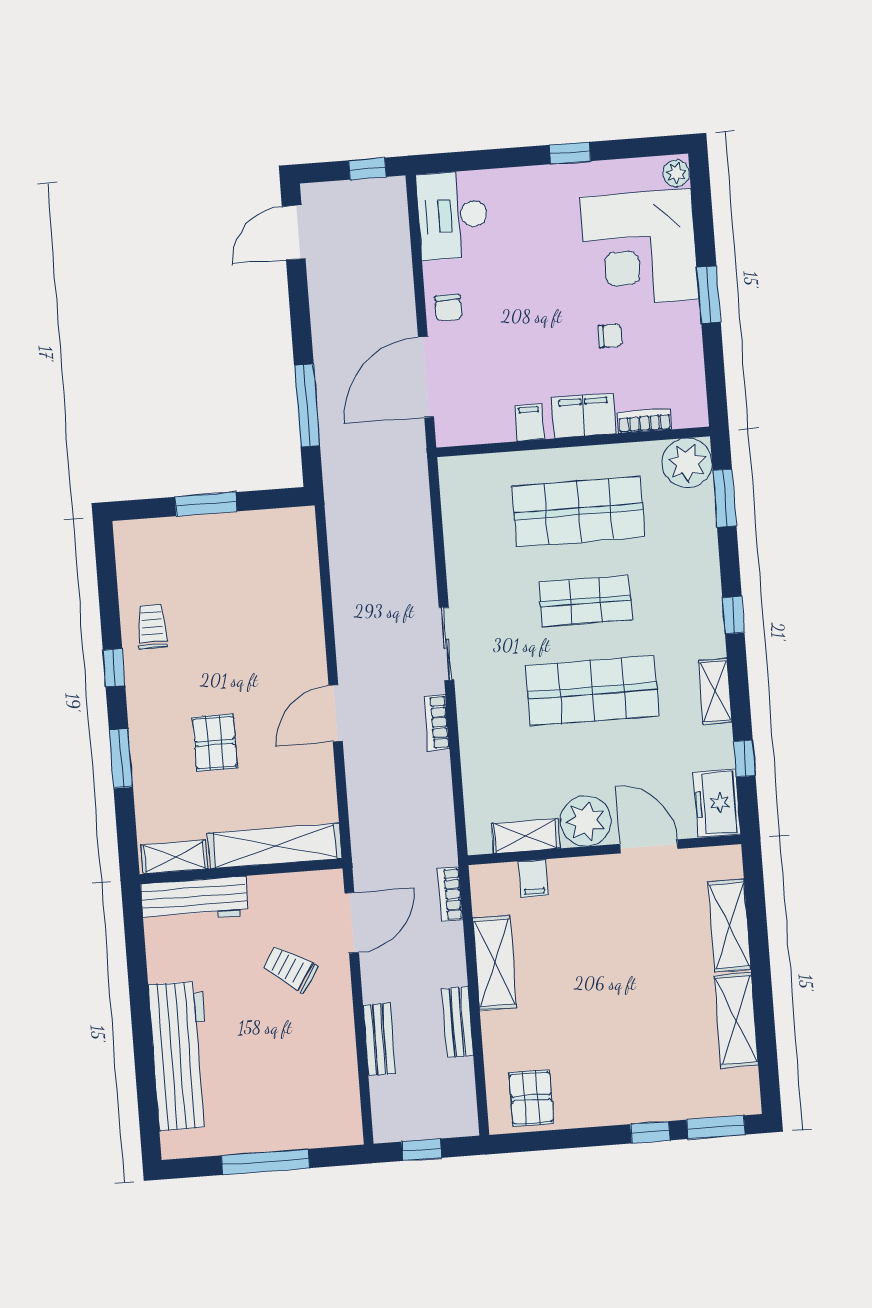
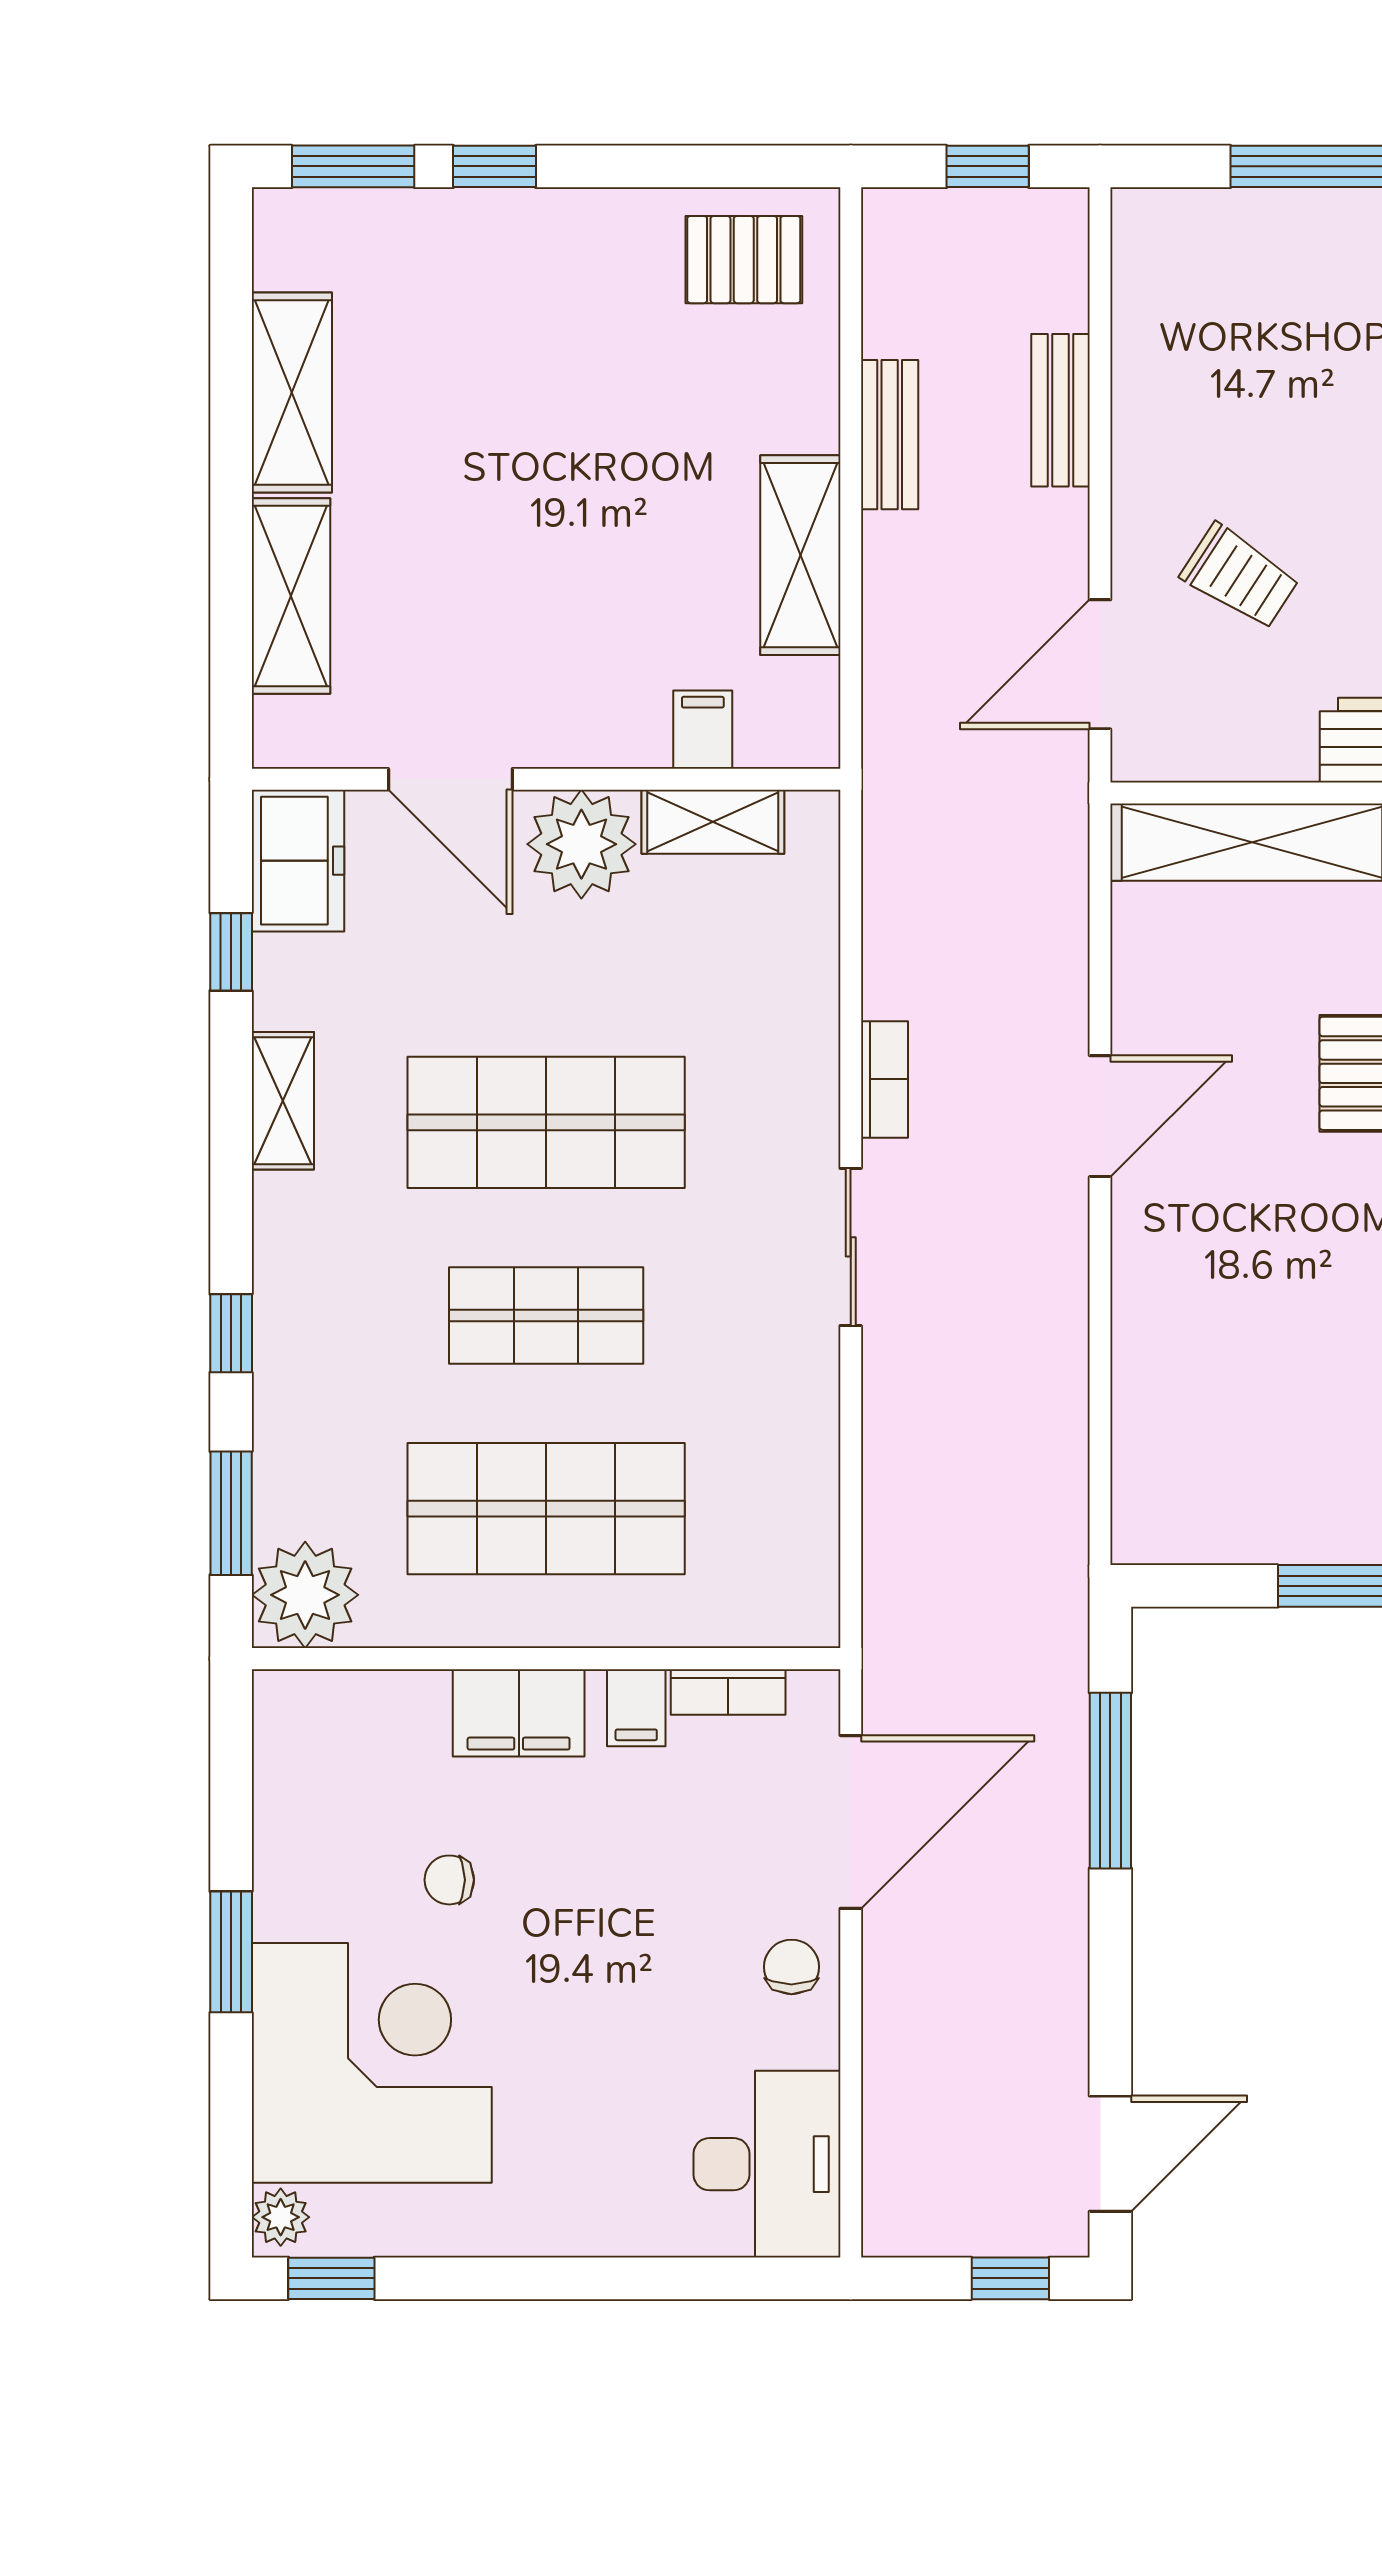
window: (570, 153) -> (331, 2278), moved
window: (367, 169) -> (1010, 2278), moved
bookcase: (644, 421) -> (728, 1692), moved
window: (733, 615) -> (231, 1333), moved
bookcase: (450, 894) -> (884, 709), removed
pallet: (531, 1098) -> (744, 260), turned 90

